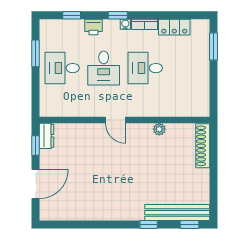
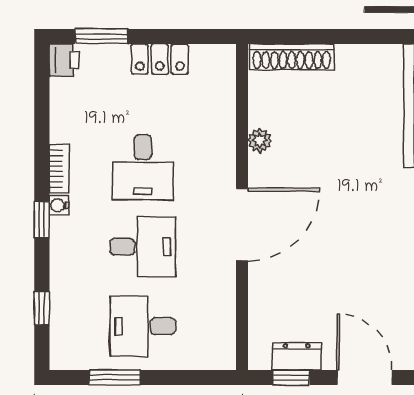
printer: (93, 27) -> (64, 60), moved
locker: (174, 27) -> (160, 59), moved, turned 90
desk: (62, 68) -> (143, 326), turned 90
door: (115, 120) -> (242, 224), width x1.88
dresser: (46, 136) -> (297, 356), moved

